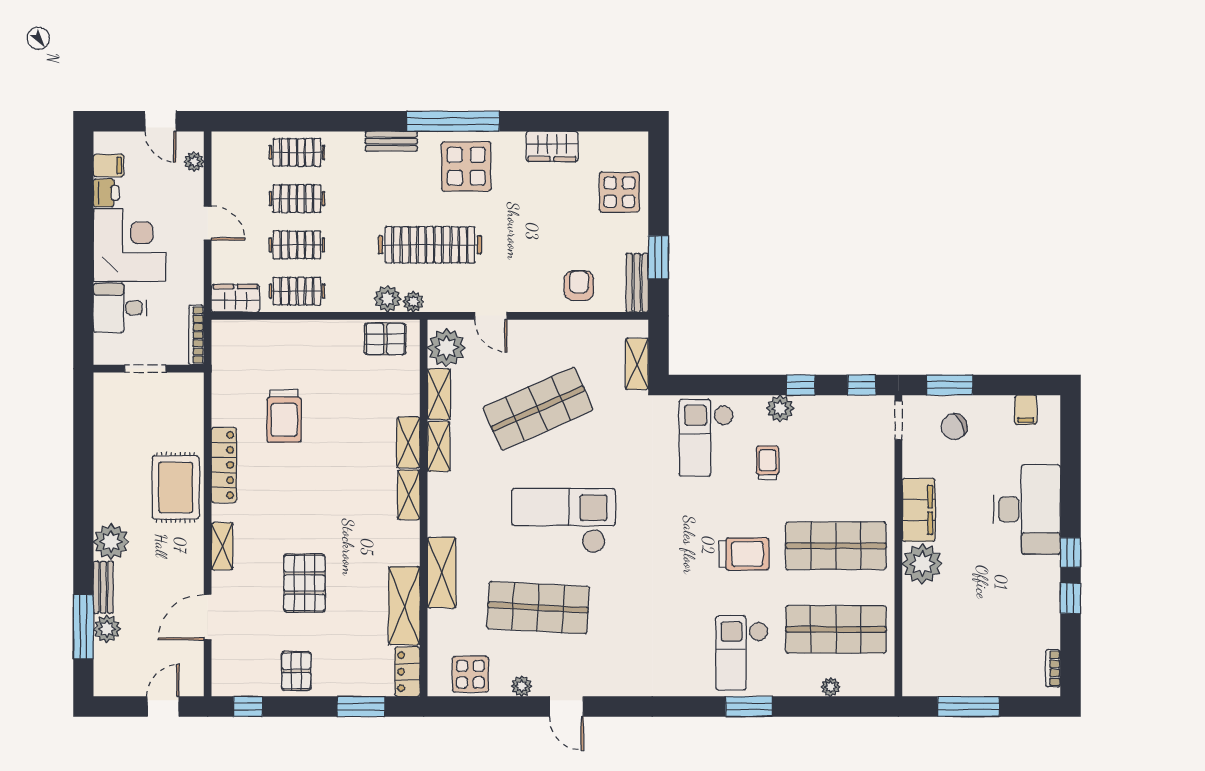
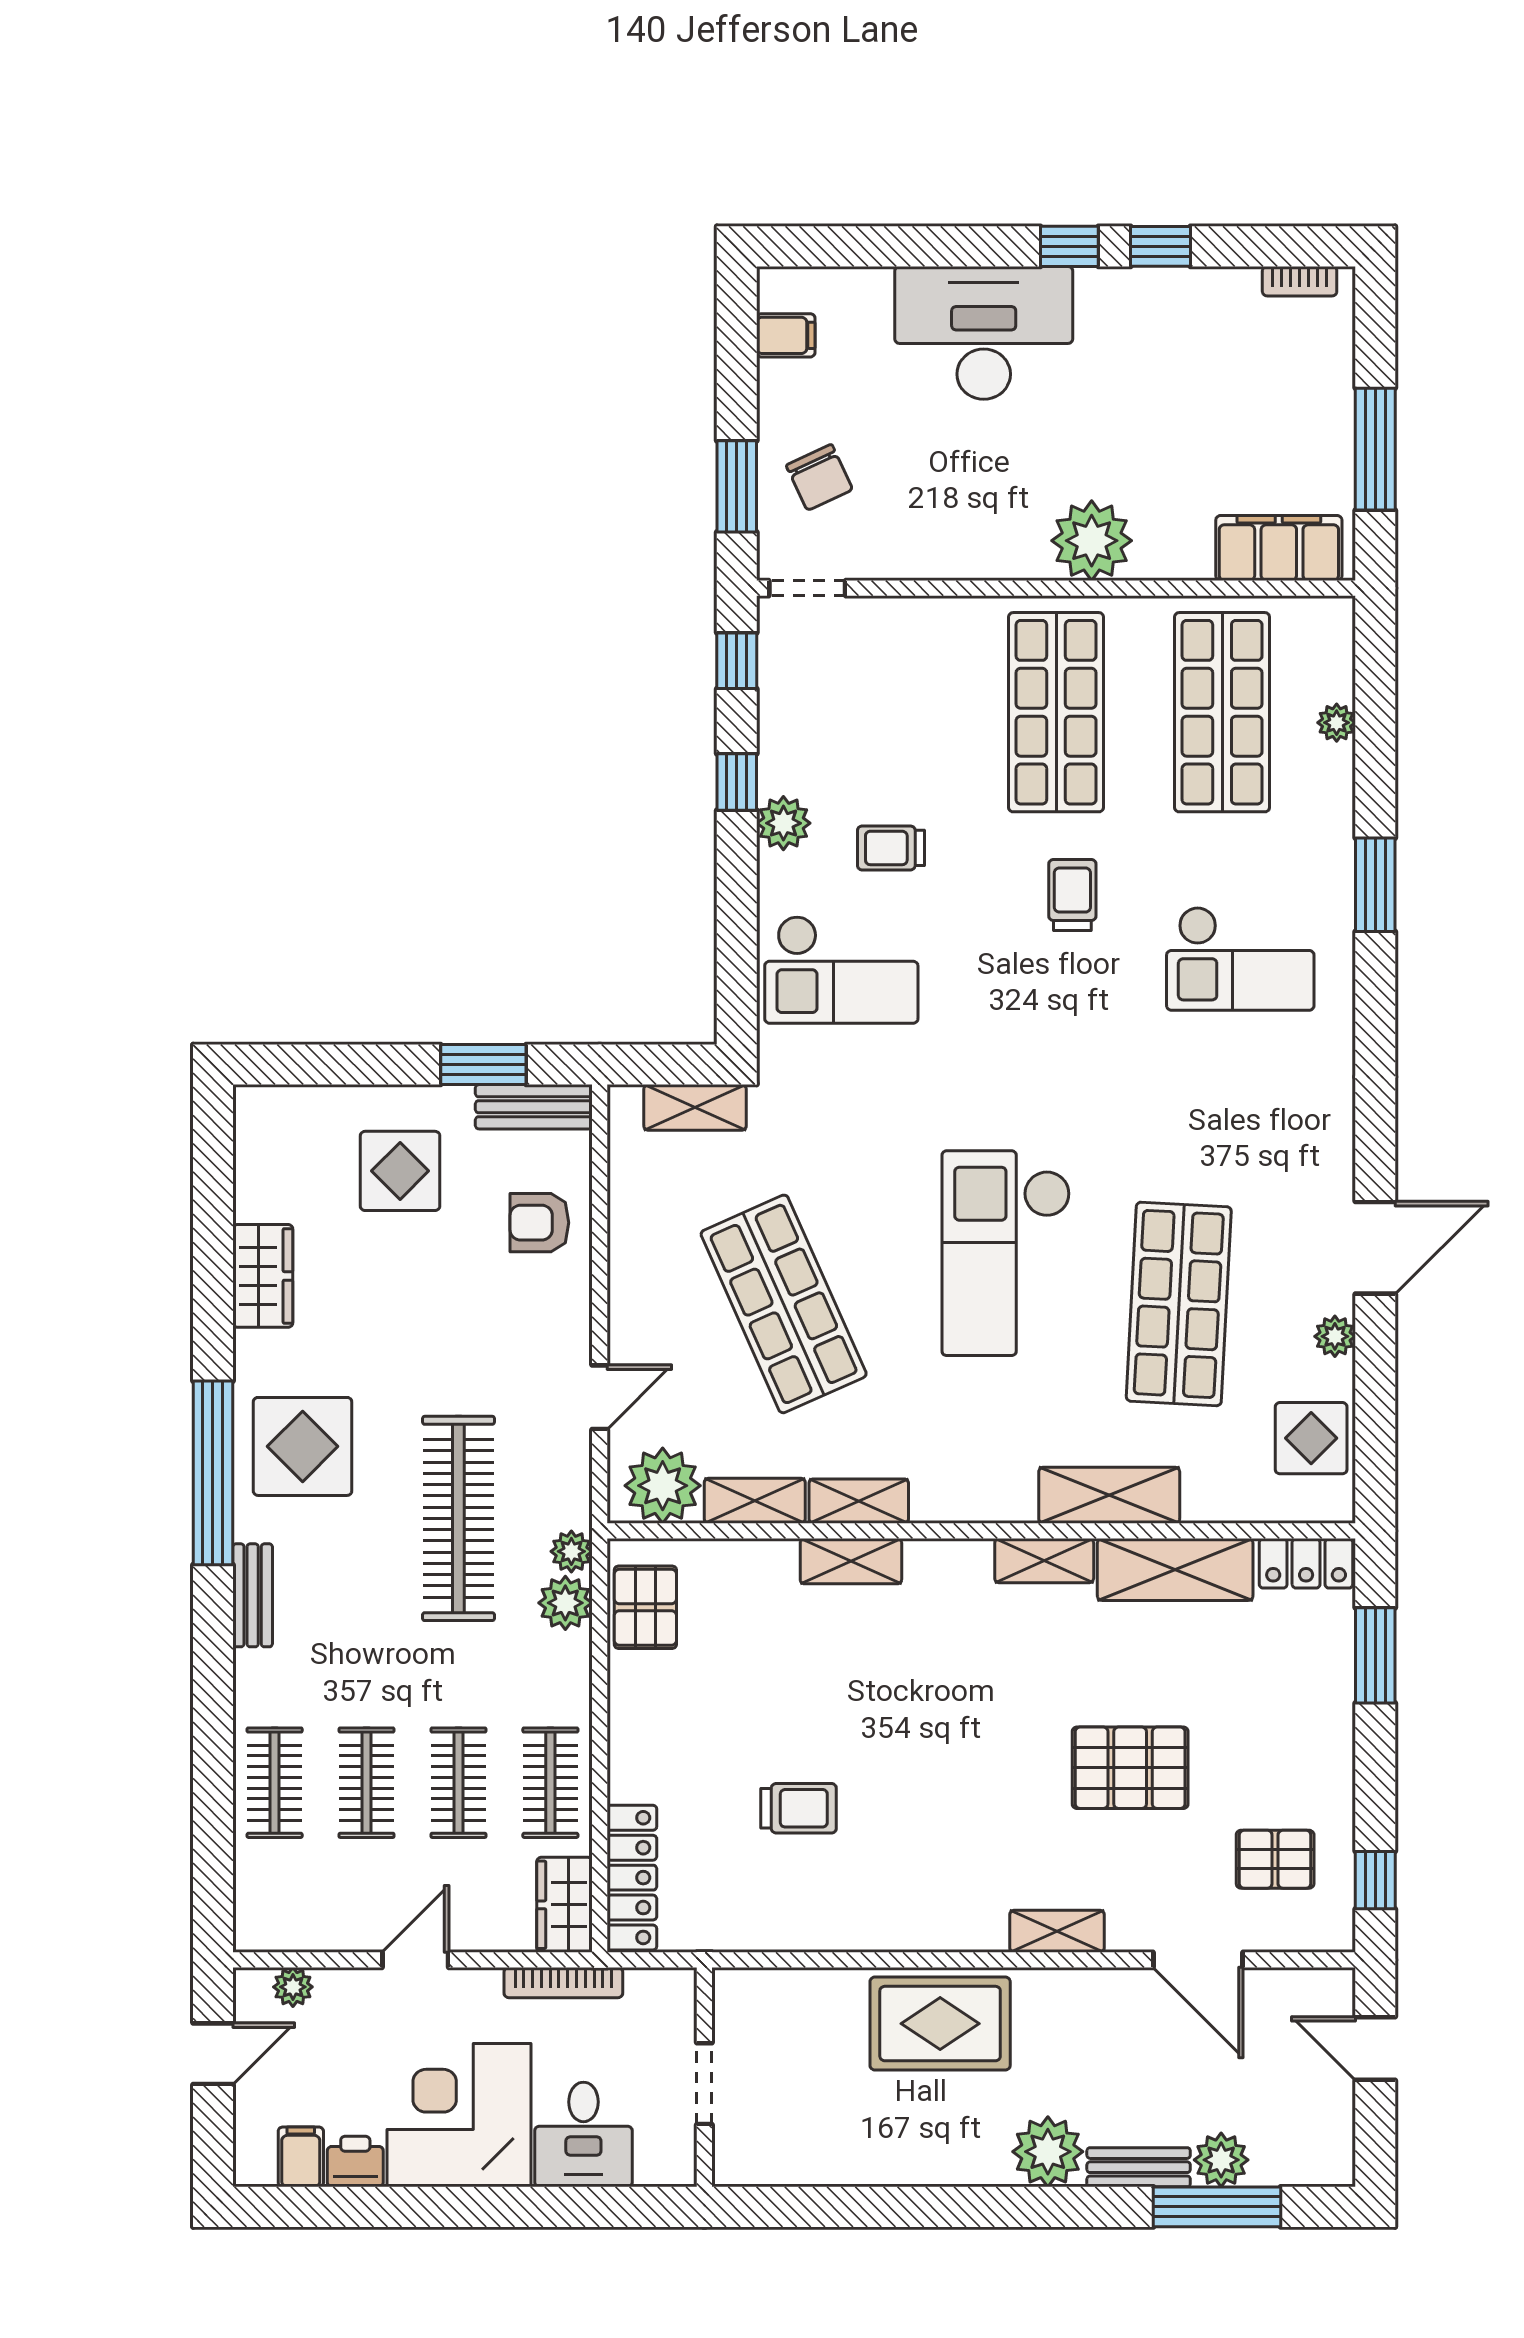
display table: (619, 192) -> (400, 1171), moved
bookcase: (196, 335) -> (563, 1983), moved
trolley: (284, 416) -> (799, 1808), width x0.73, depth x0.72
locker: (224, 465) -> (632, 1878), moved, turned 90
shelving: (409, 495) -> (1044, 1561), moved
filing cabinet: (919, 510) -> (1279, 548), moved
trolley: (744, 554) -> (1072, 895), width x0.73, depth x0.72
checkout: (742, 653) -> (1240, 959), moved
pallet: (296, 671) -> (1275, 1859), moved
door: (566, 707) -> (1375, 1248), width x1.38

